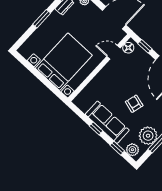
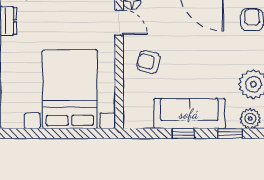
door: (114, 52) -> (119, 22), swing flipped
armchair: (134, 104) -> (148, 62), moved

